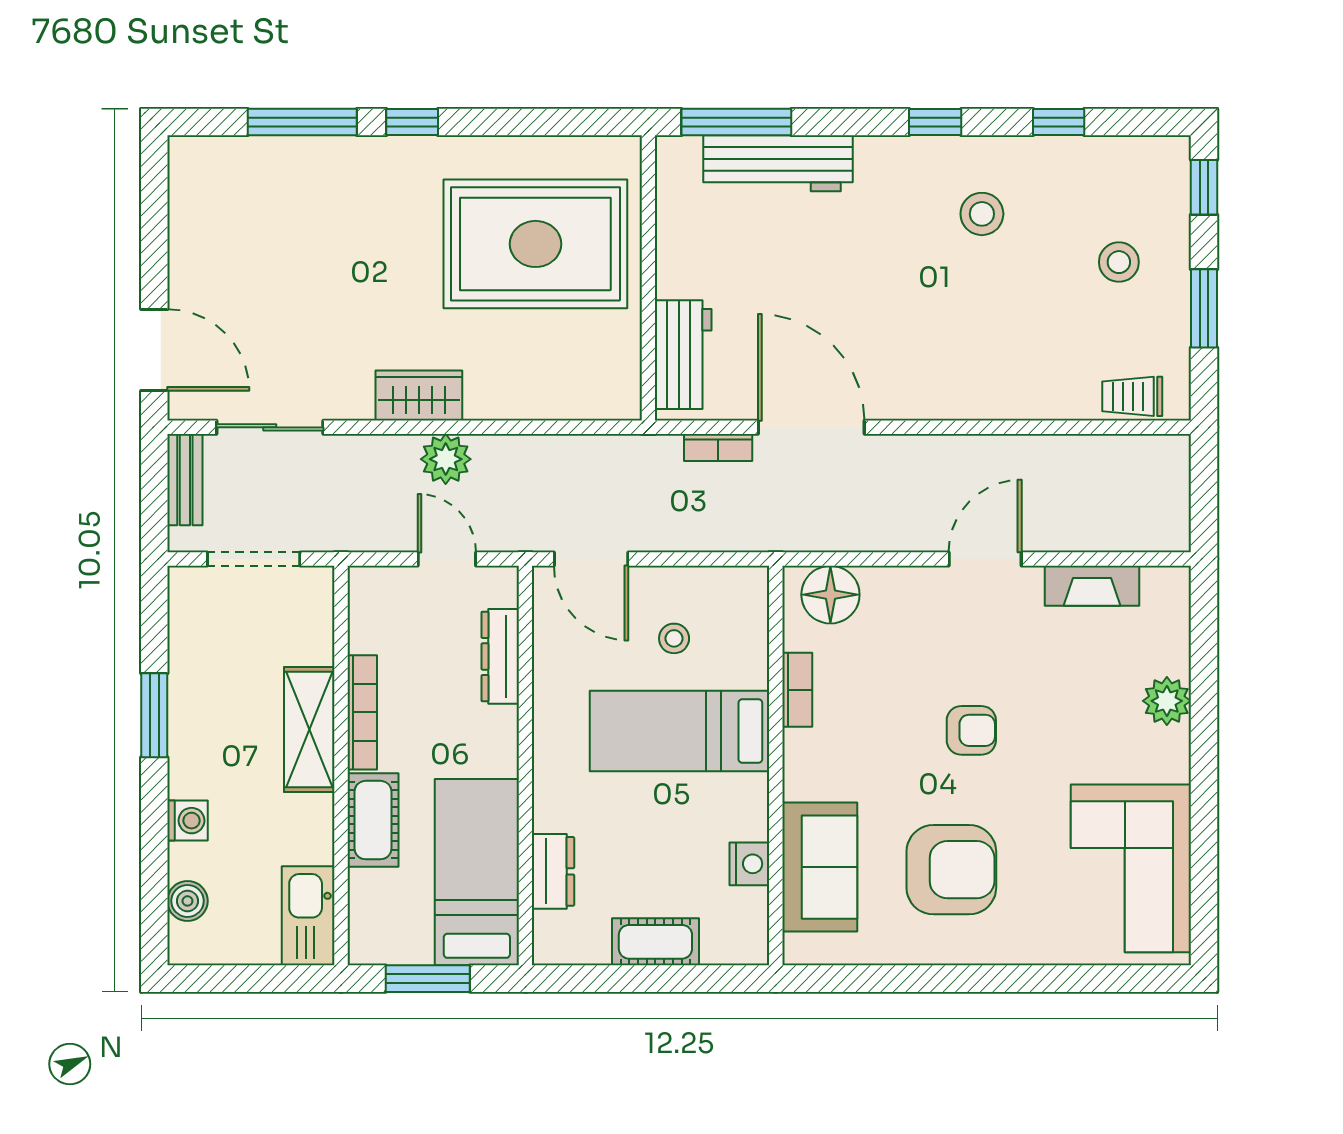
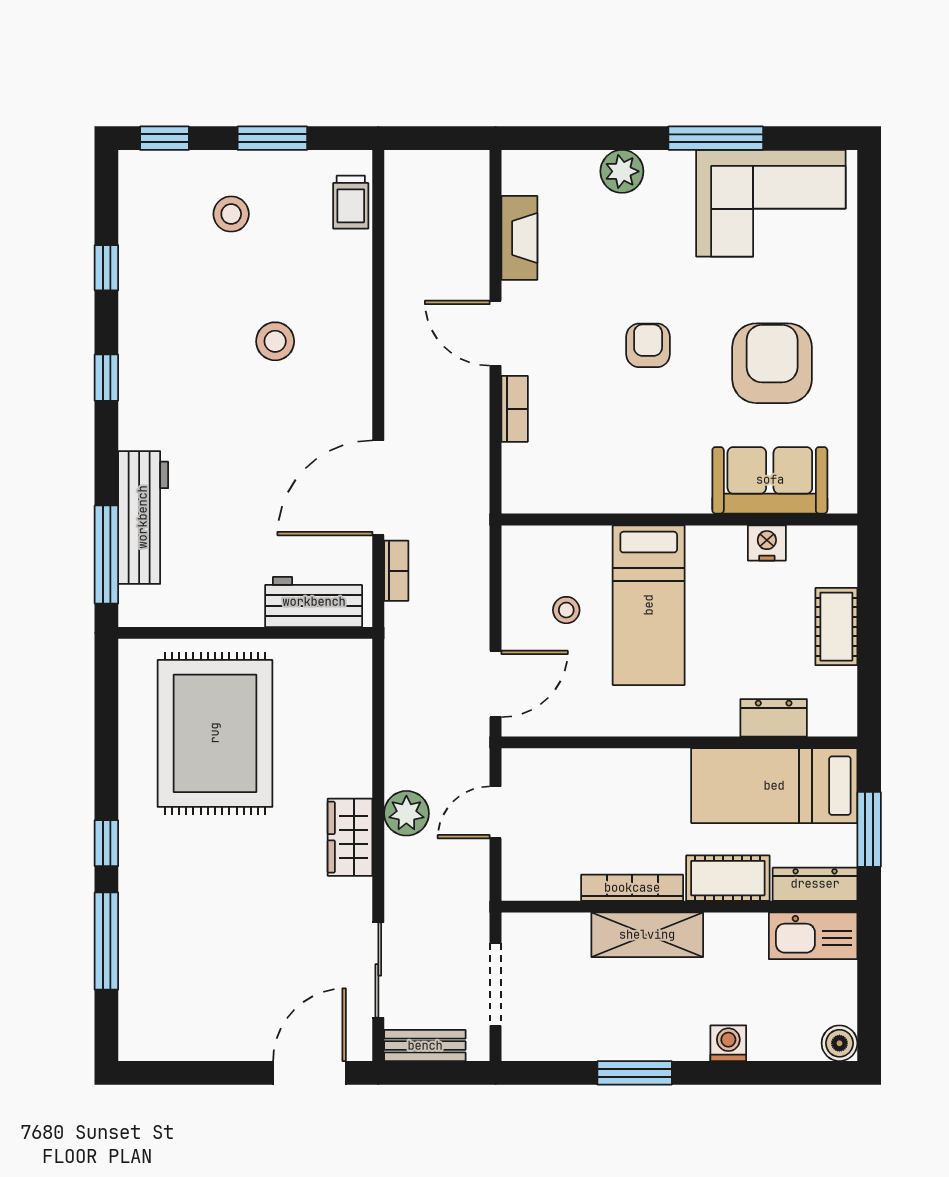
stool: (982, 214) -> (275, 341), moved
floor lamp: (830, 595) -> (527, 471), removed
dresser: (500, 656) -> (815, 884), moved, turned 180
bookcase: (797, 690) -> (515, 409), moved, turned 90
window: (1204, 806) -> (716, 138), added
boiler: (187, 901) -> (839, 1043), moved

